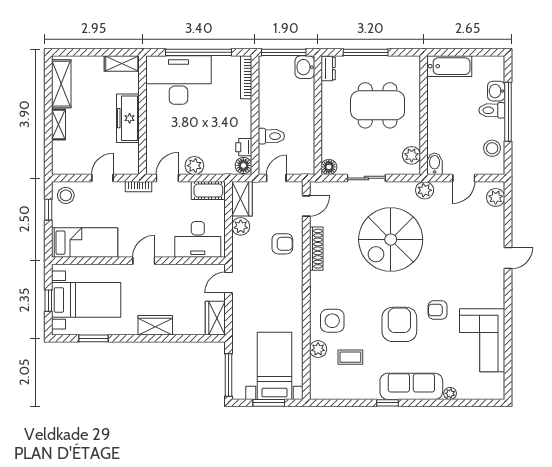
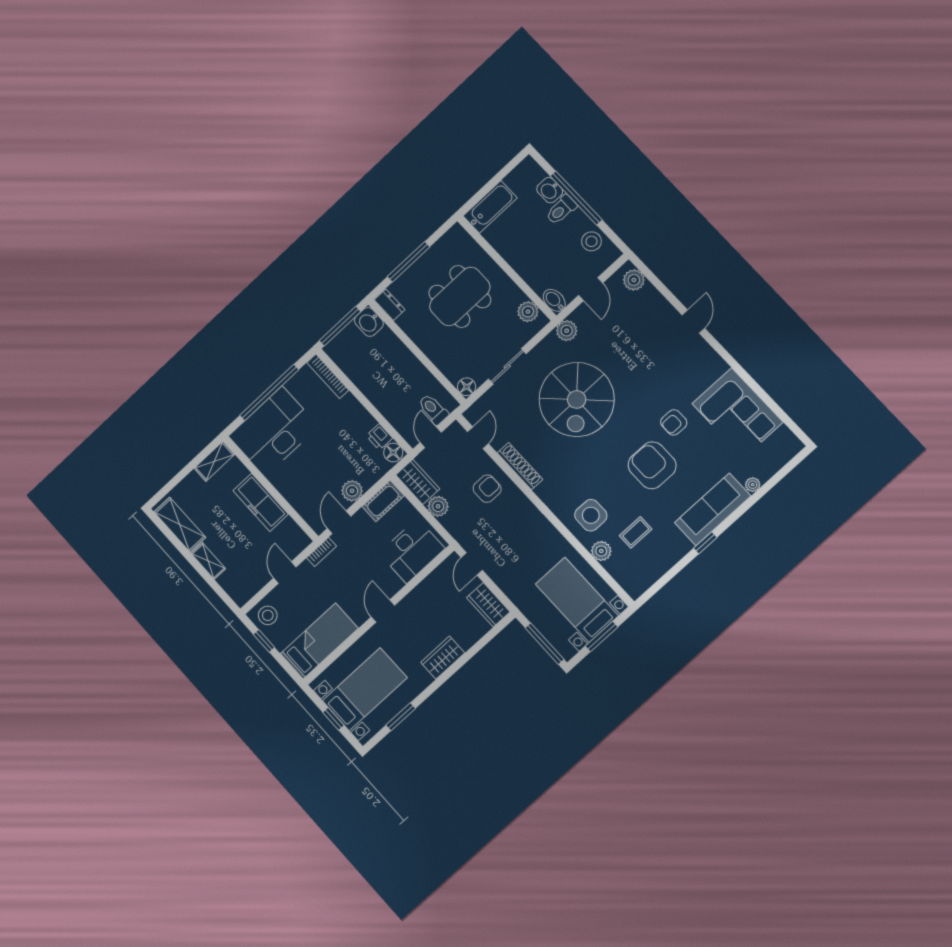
toilet: (271, 136) -> (433, 409), moved, turned -90

